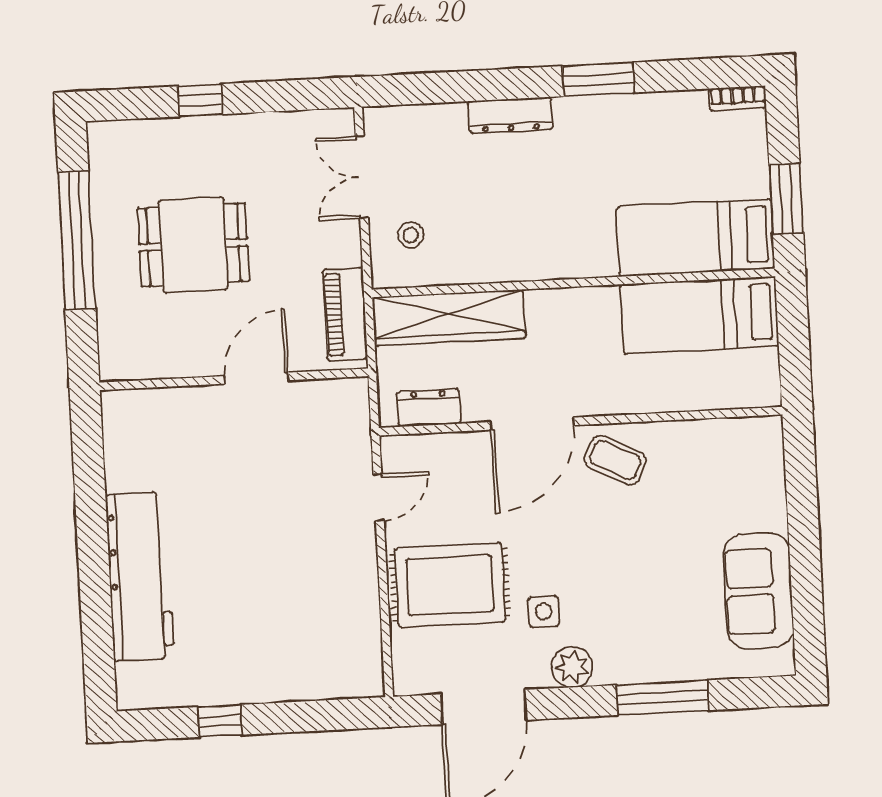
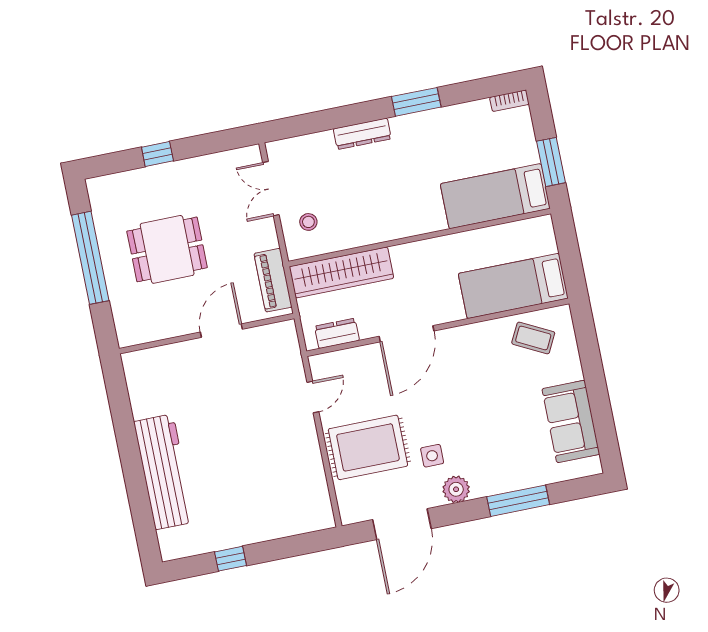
bed: (699, 315) -> (513, 286), moved
coffee table: (615, 460) -> (533, 338), moved

